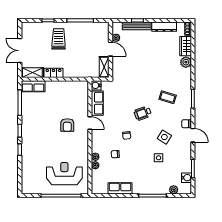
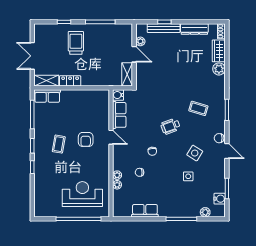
coffee table: (43, 129) -> (59, 144), added

